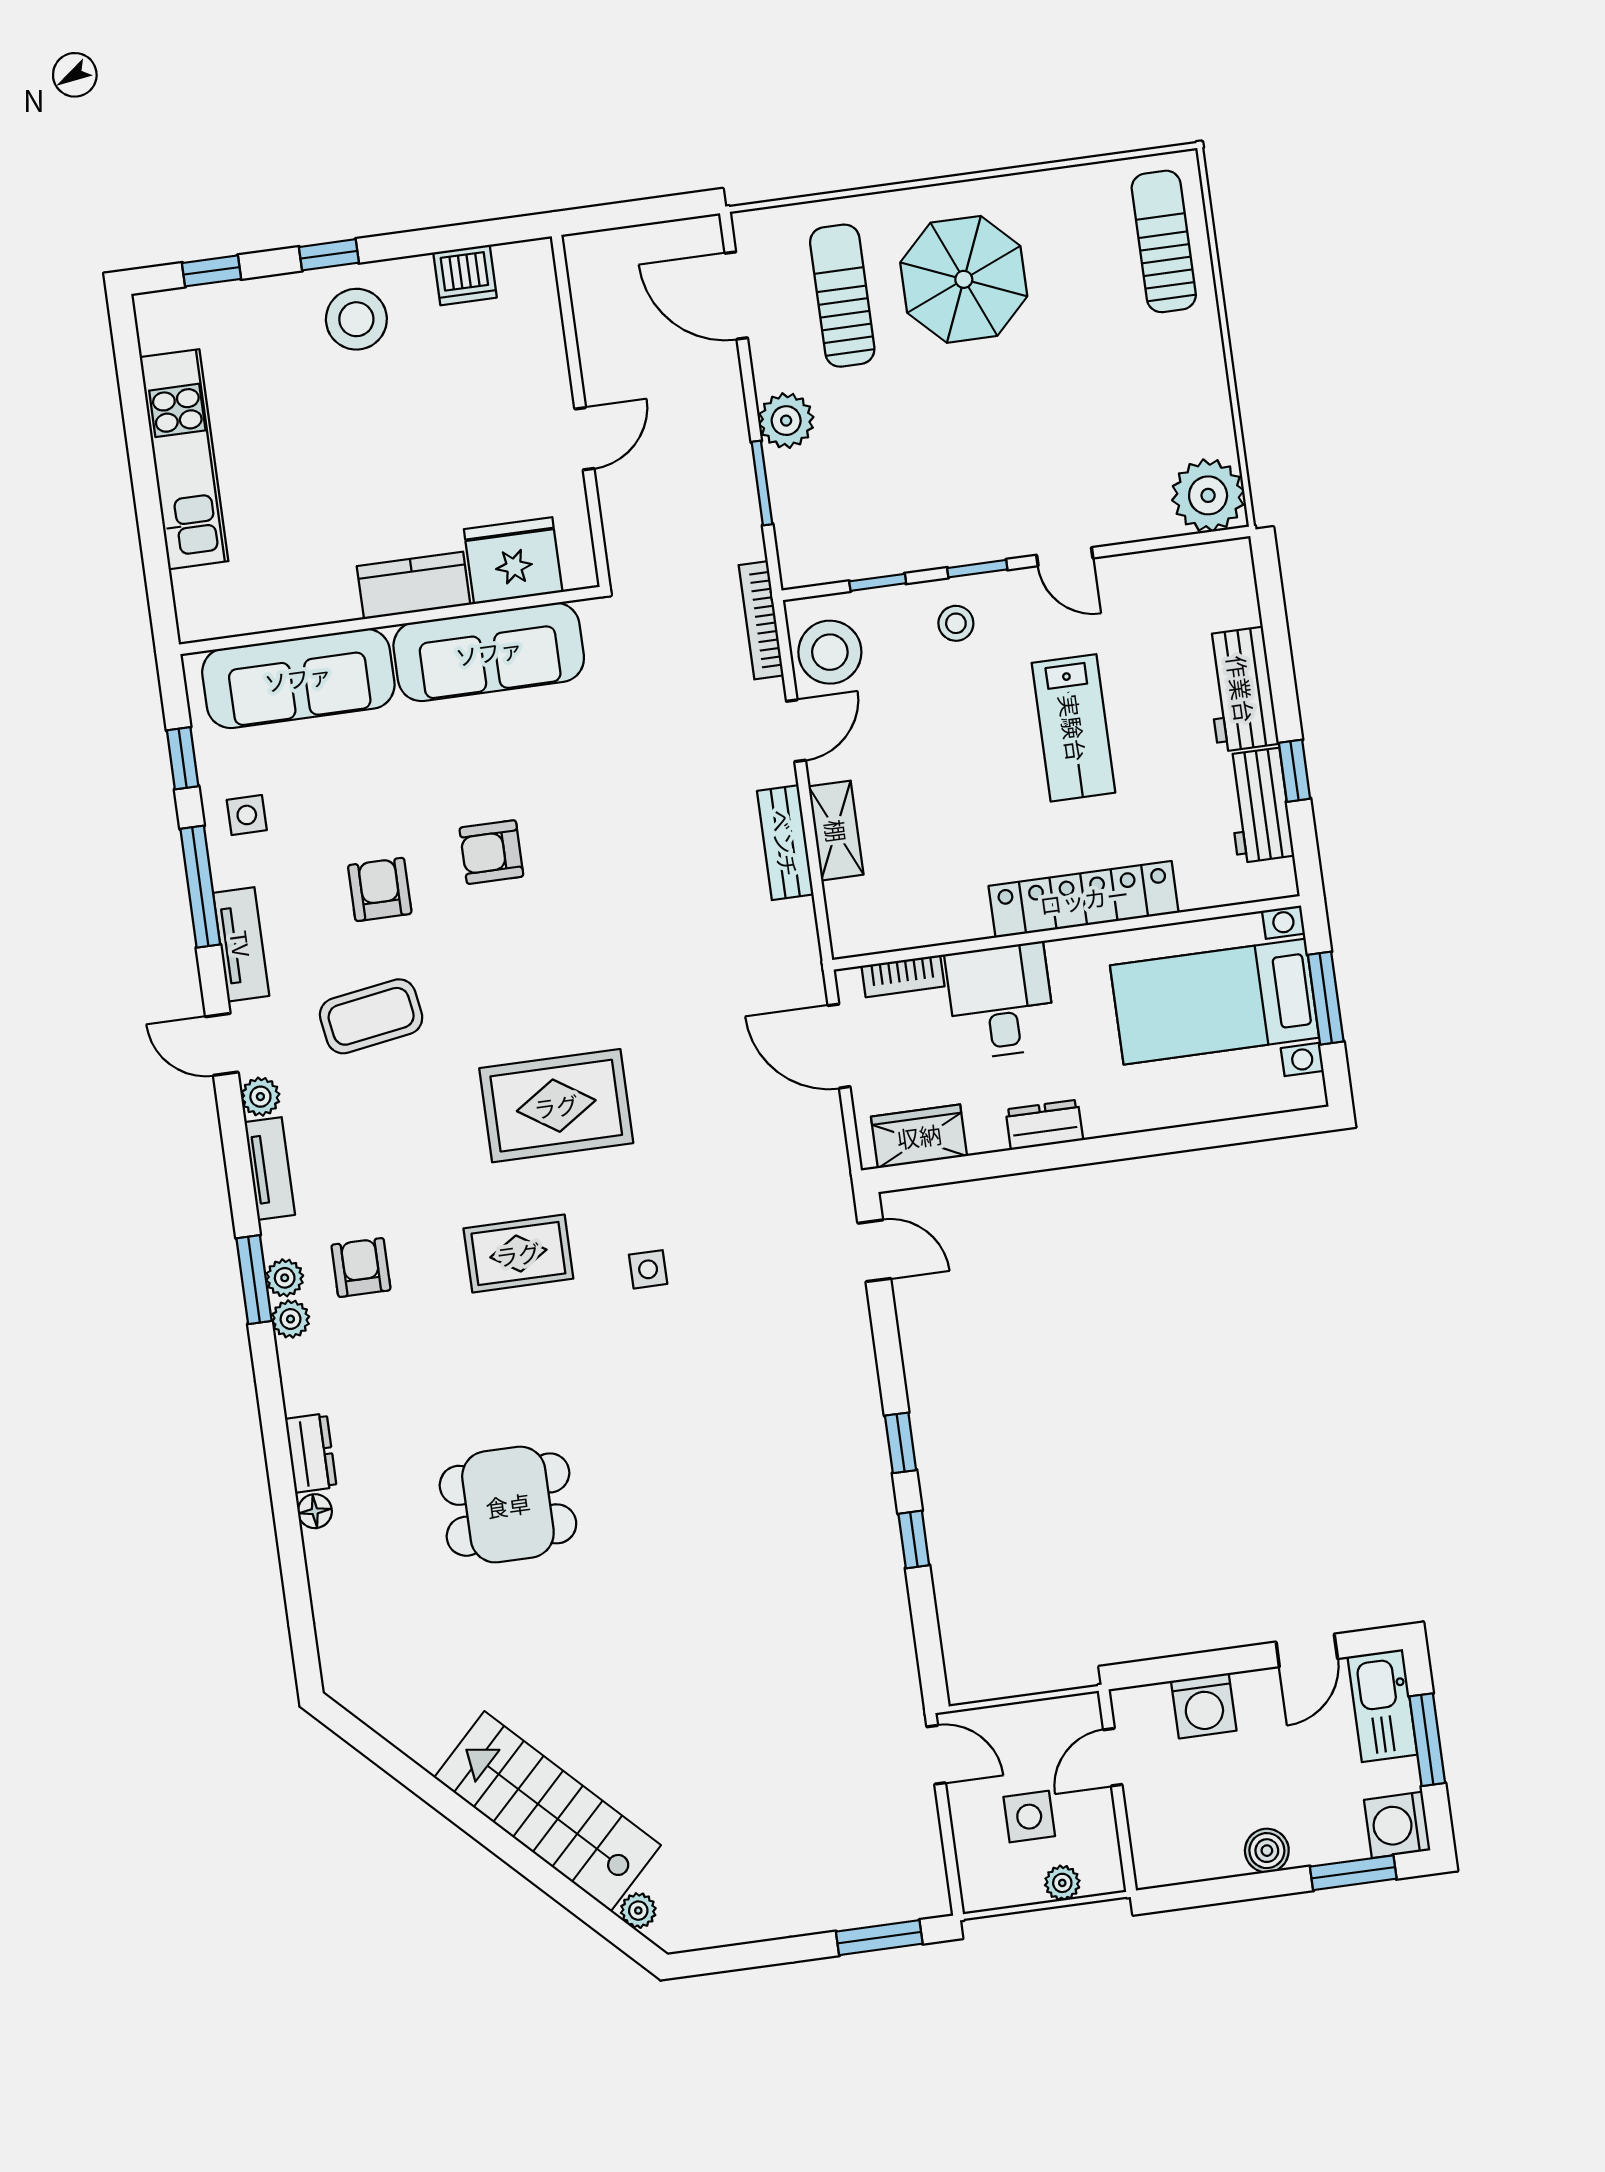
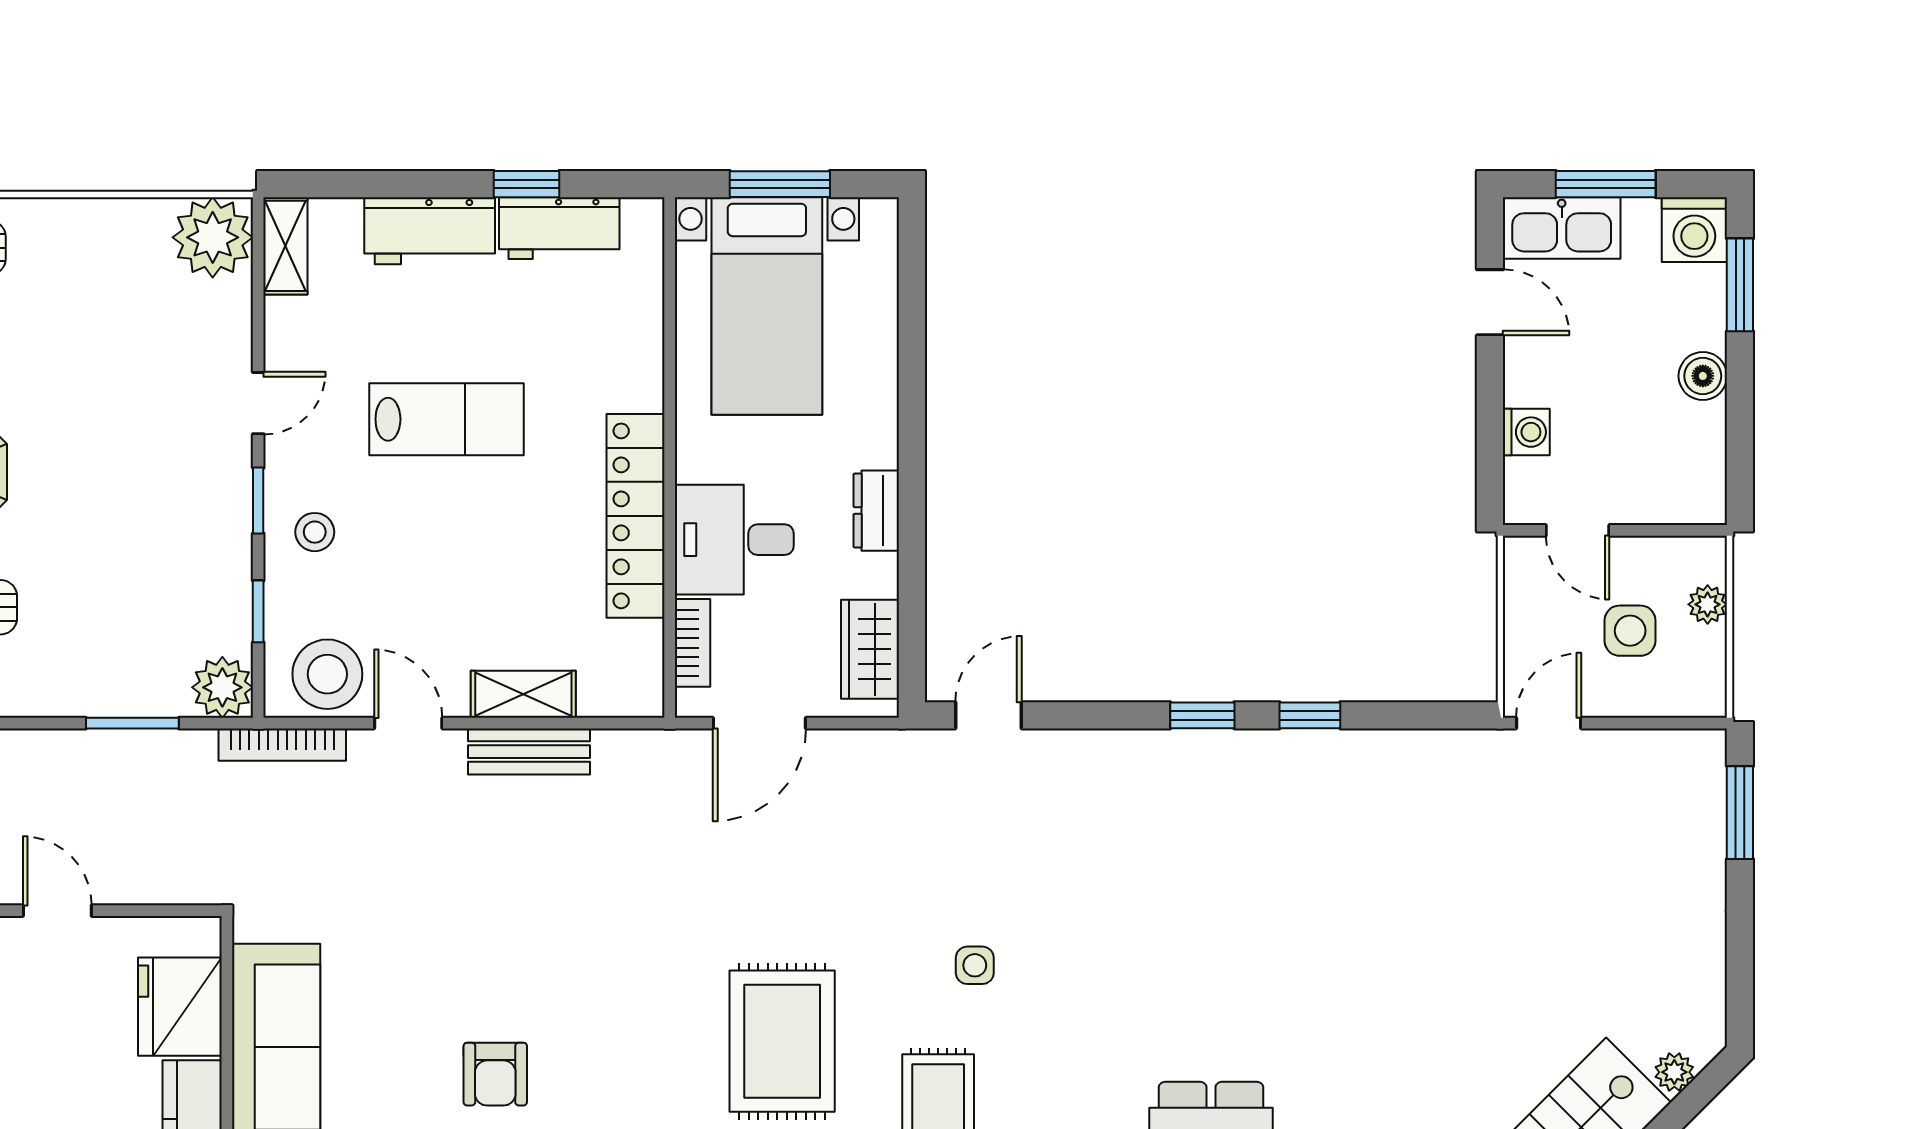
plant: (786, 421) -> (222, 687), moved
shelving: (1209, 562) -> (285, 246), added
locker: (1084, 899) -> (636, 516), moved
washing machine: (1204, 1706) -> (1526, 432), width x0.73, depth x0.73

